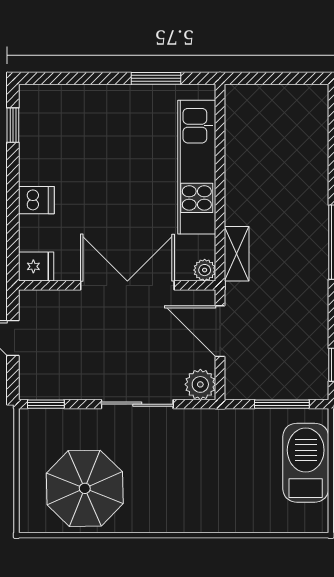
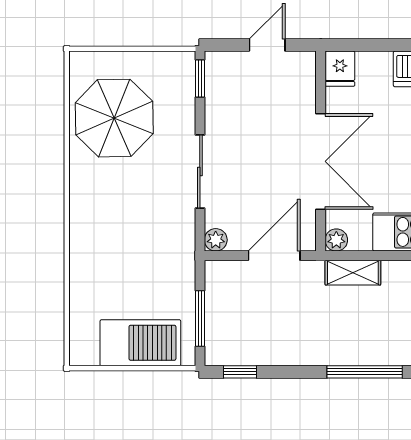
plant: (200, 384) -> (216, 240), width x0.73, depth x0.73

